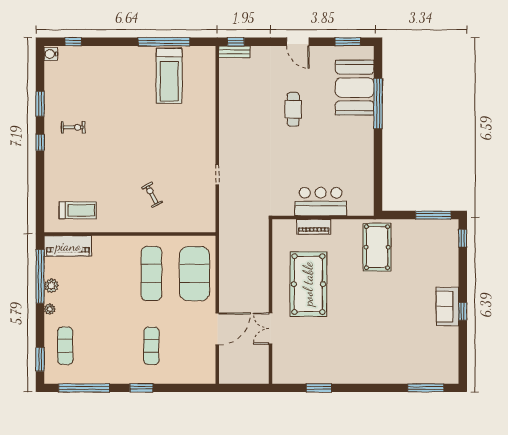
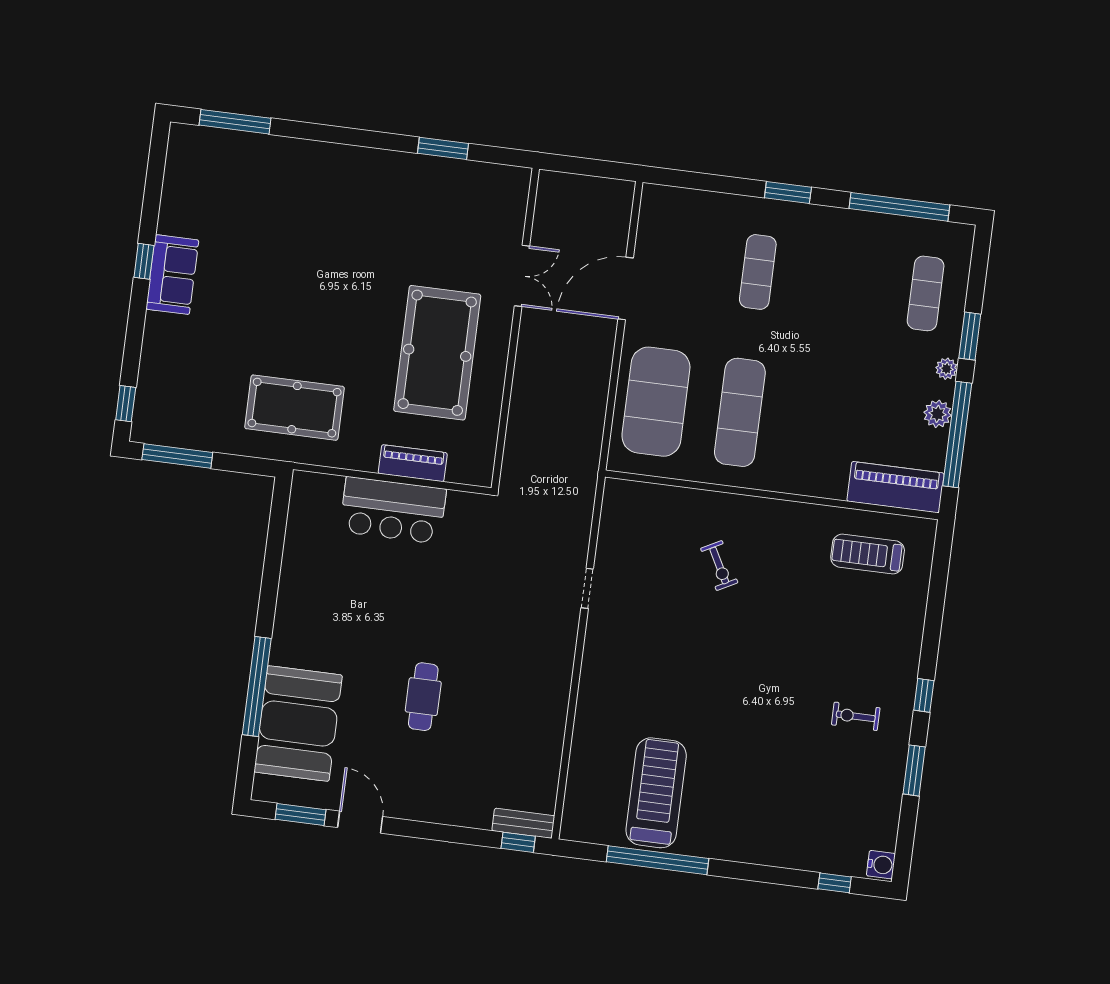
door: (298, 42) -> (360, 822), moved
pool table: (377, 247) -> (295, 408), turned 90
window: (40, 359) -> (970, 336), moved

